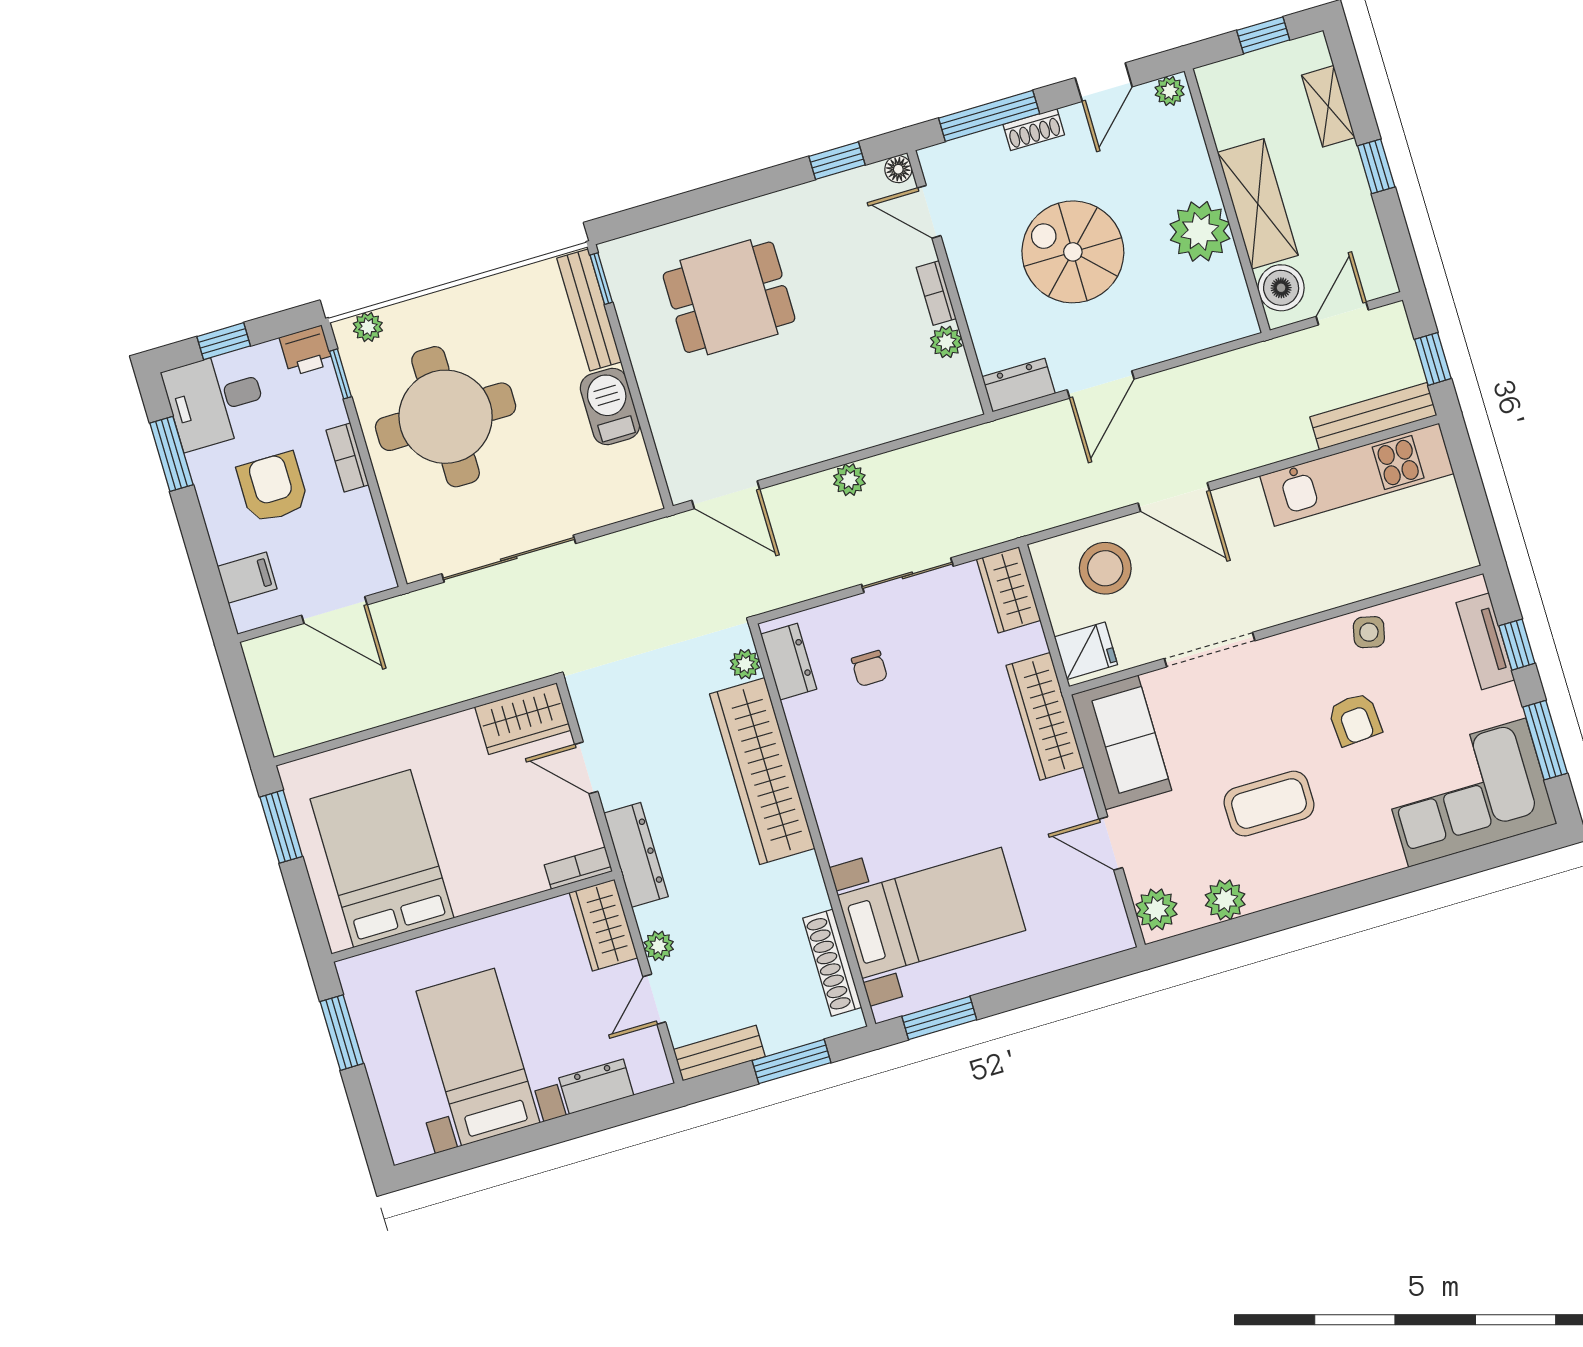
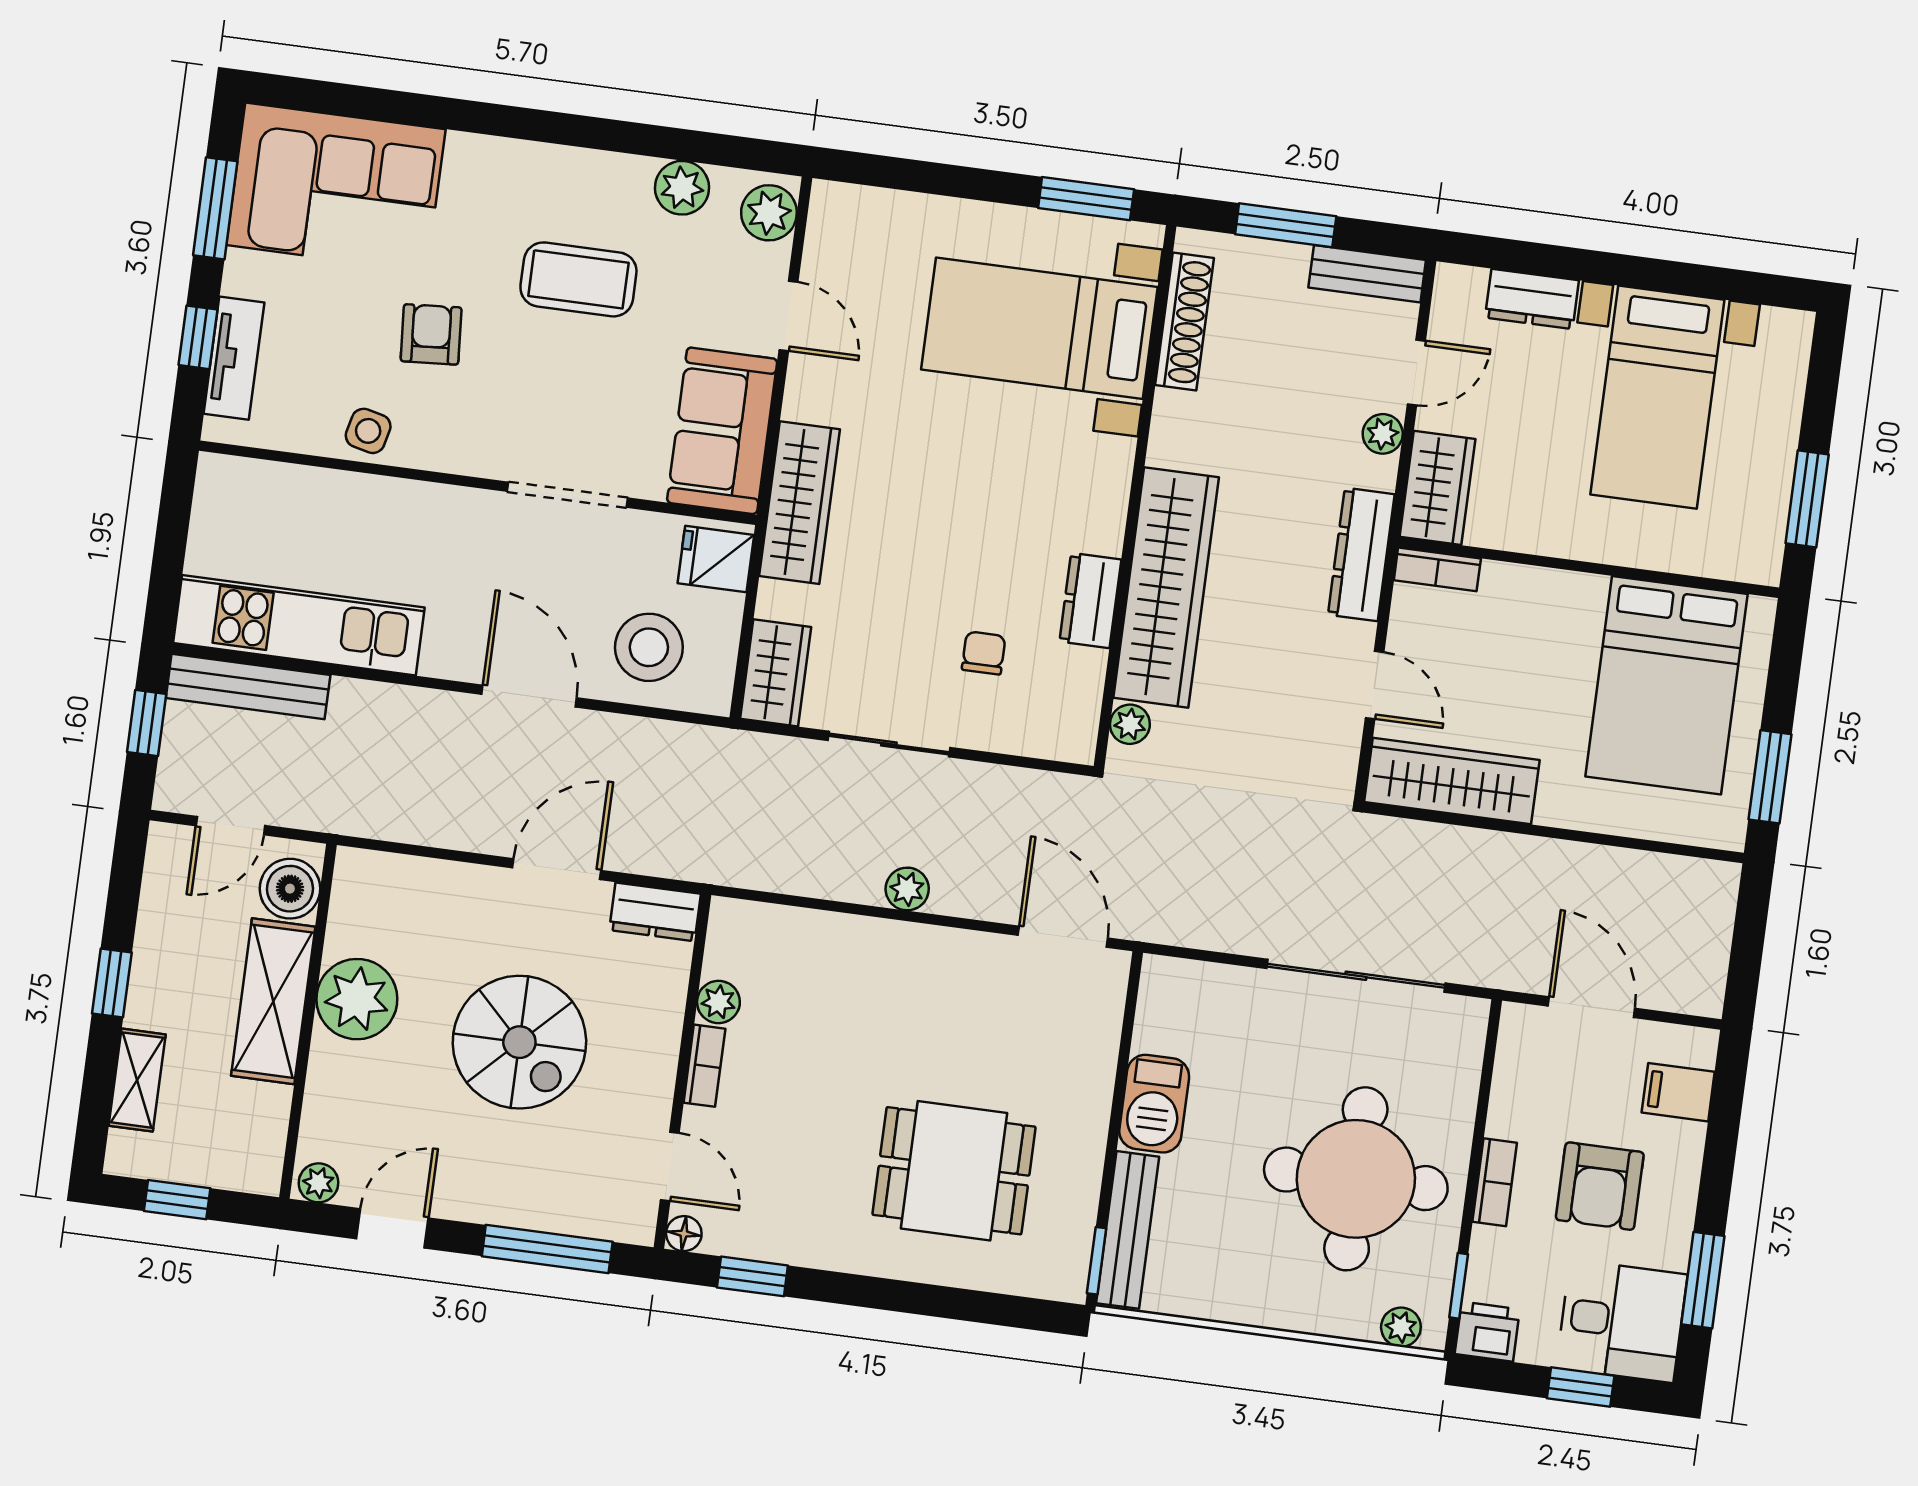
shoe rack: (1034, 130) -> (501, 1209), removed
dresser: (789, 662) -> (1090, 601), moved
wardrobe: (523, 719) -> (1452, 781), width x1.50

